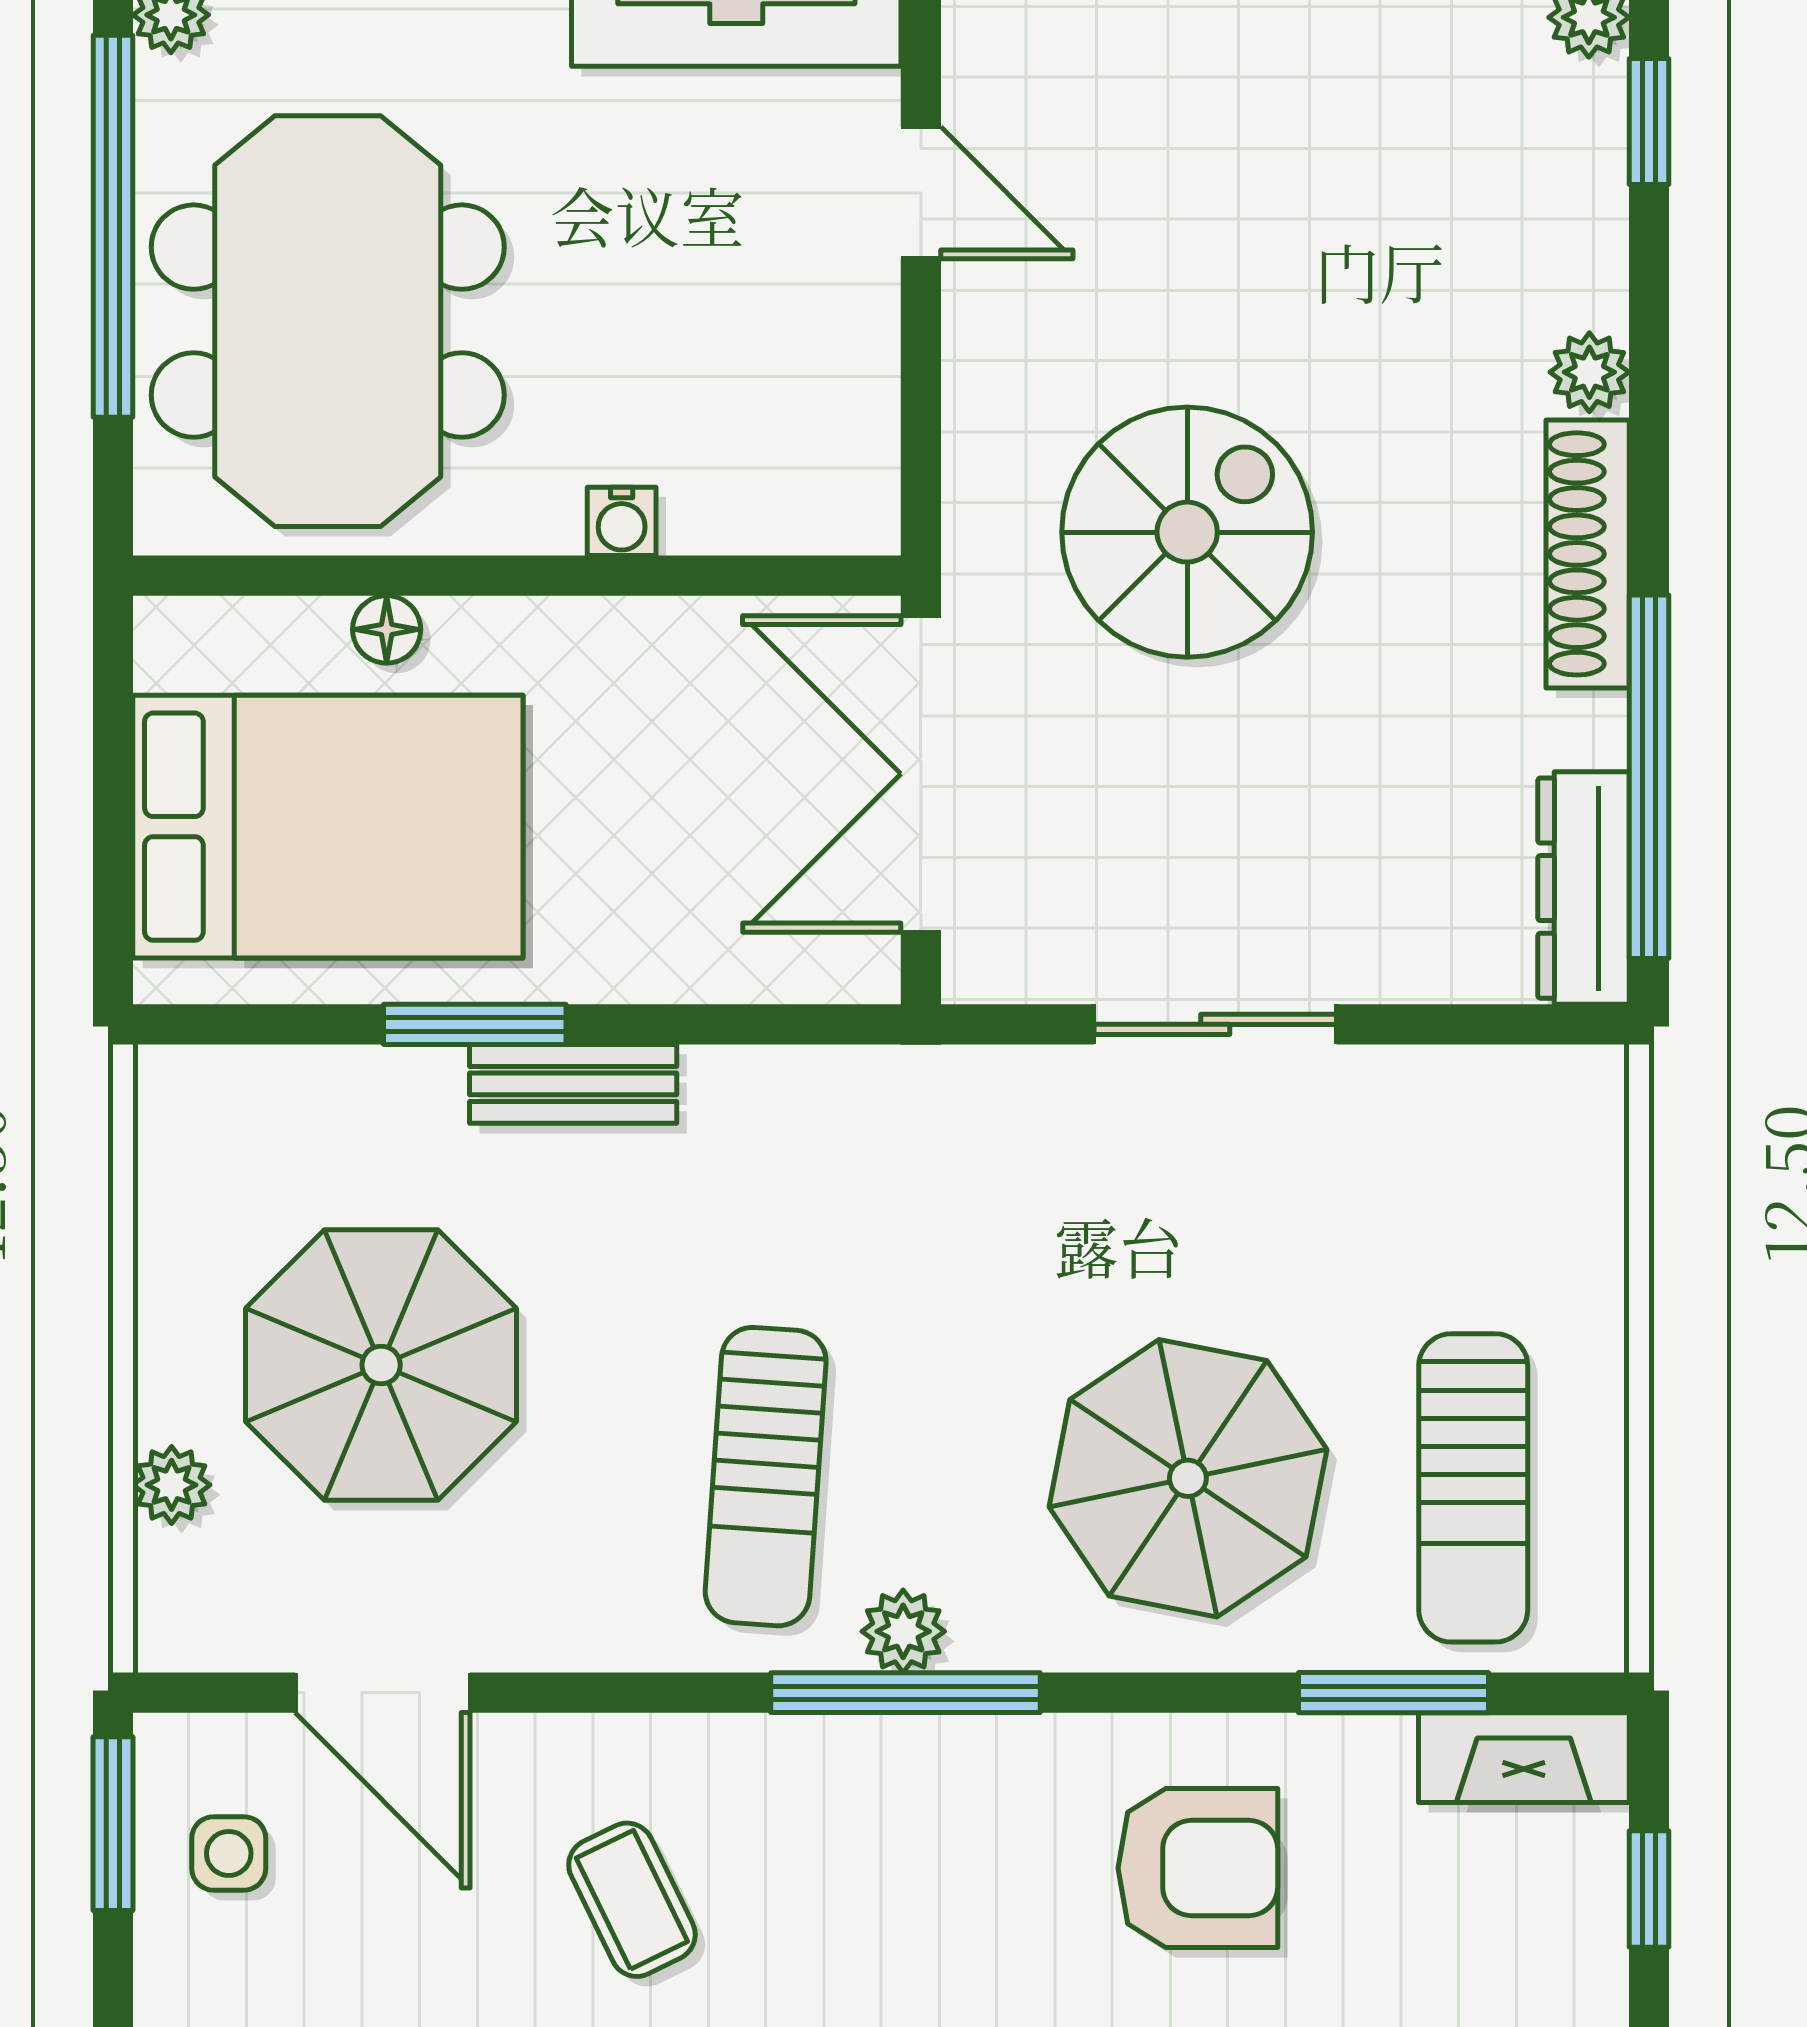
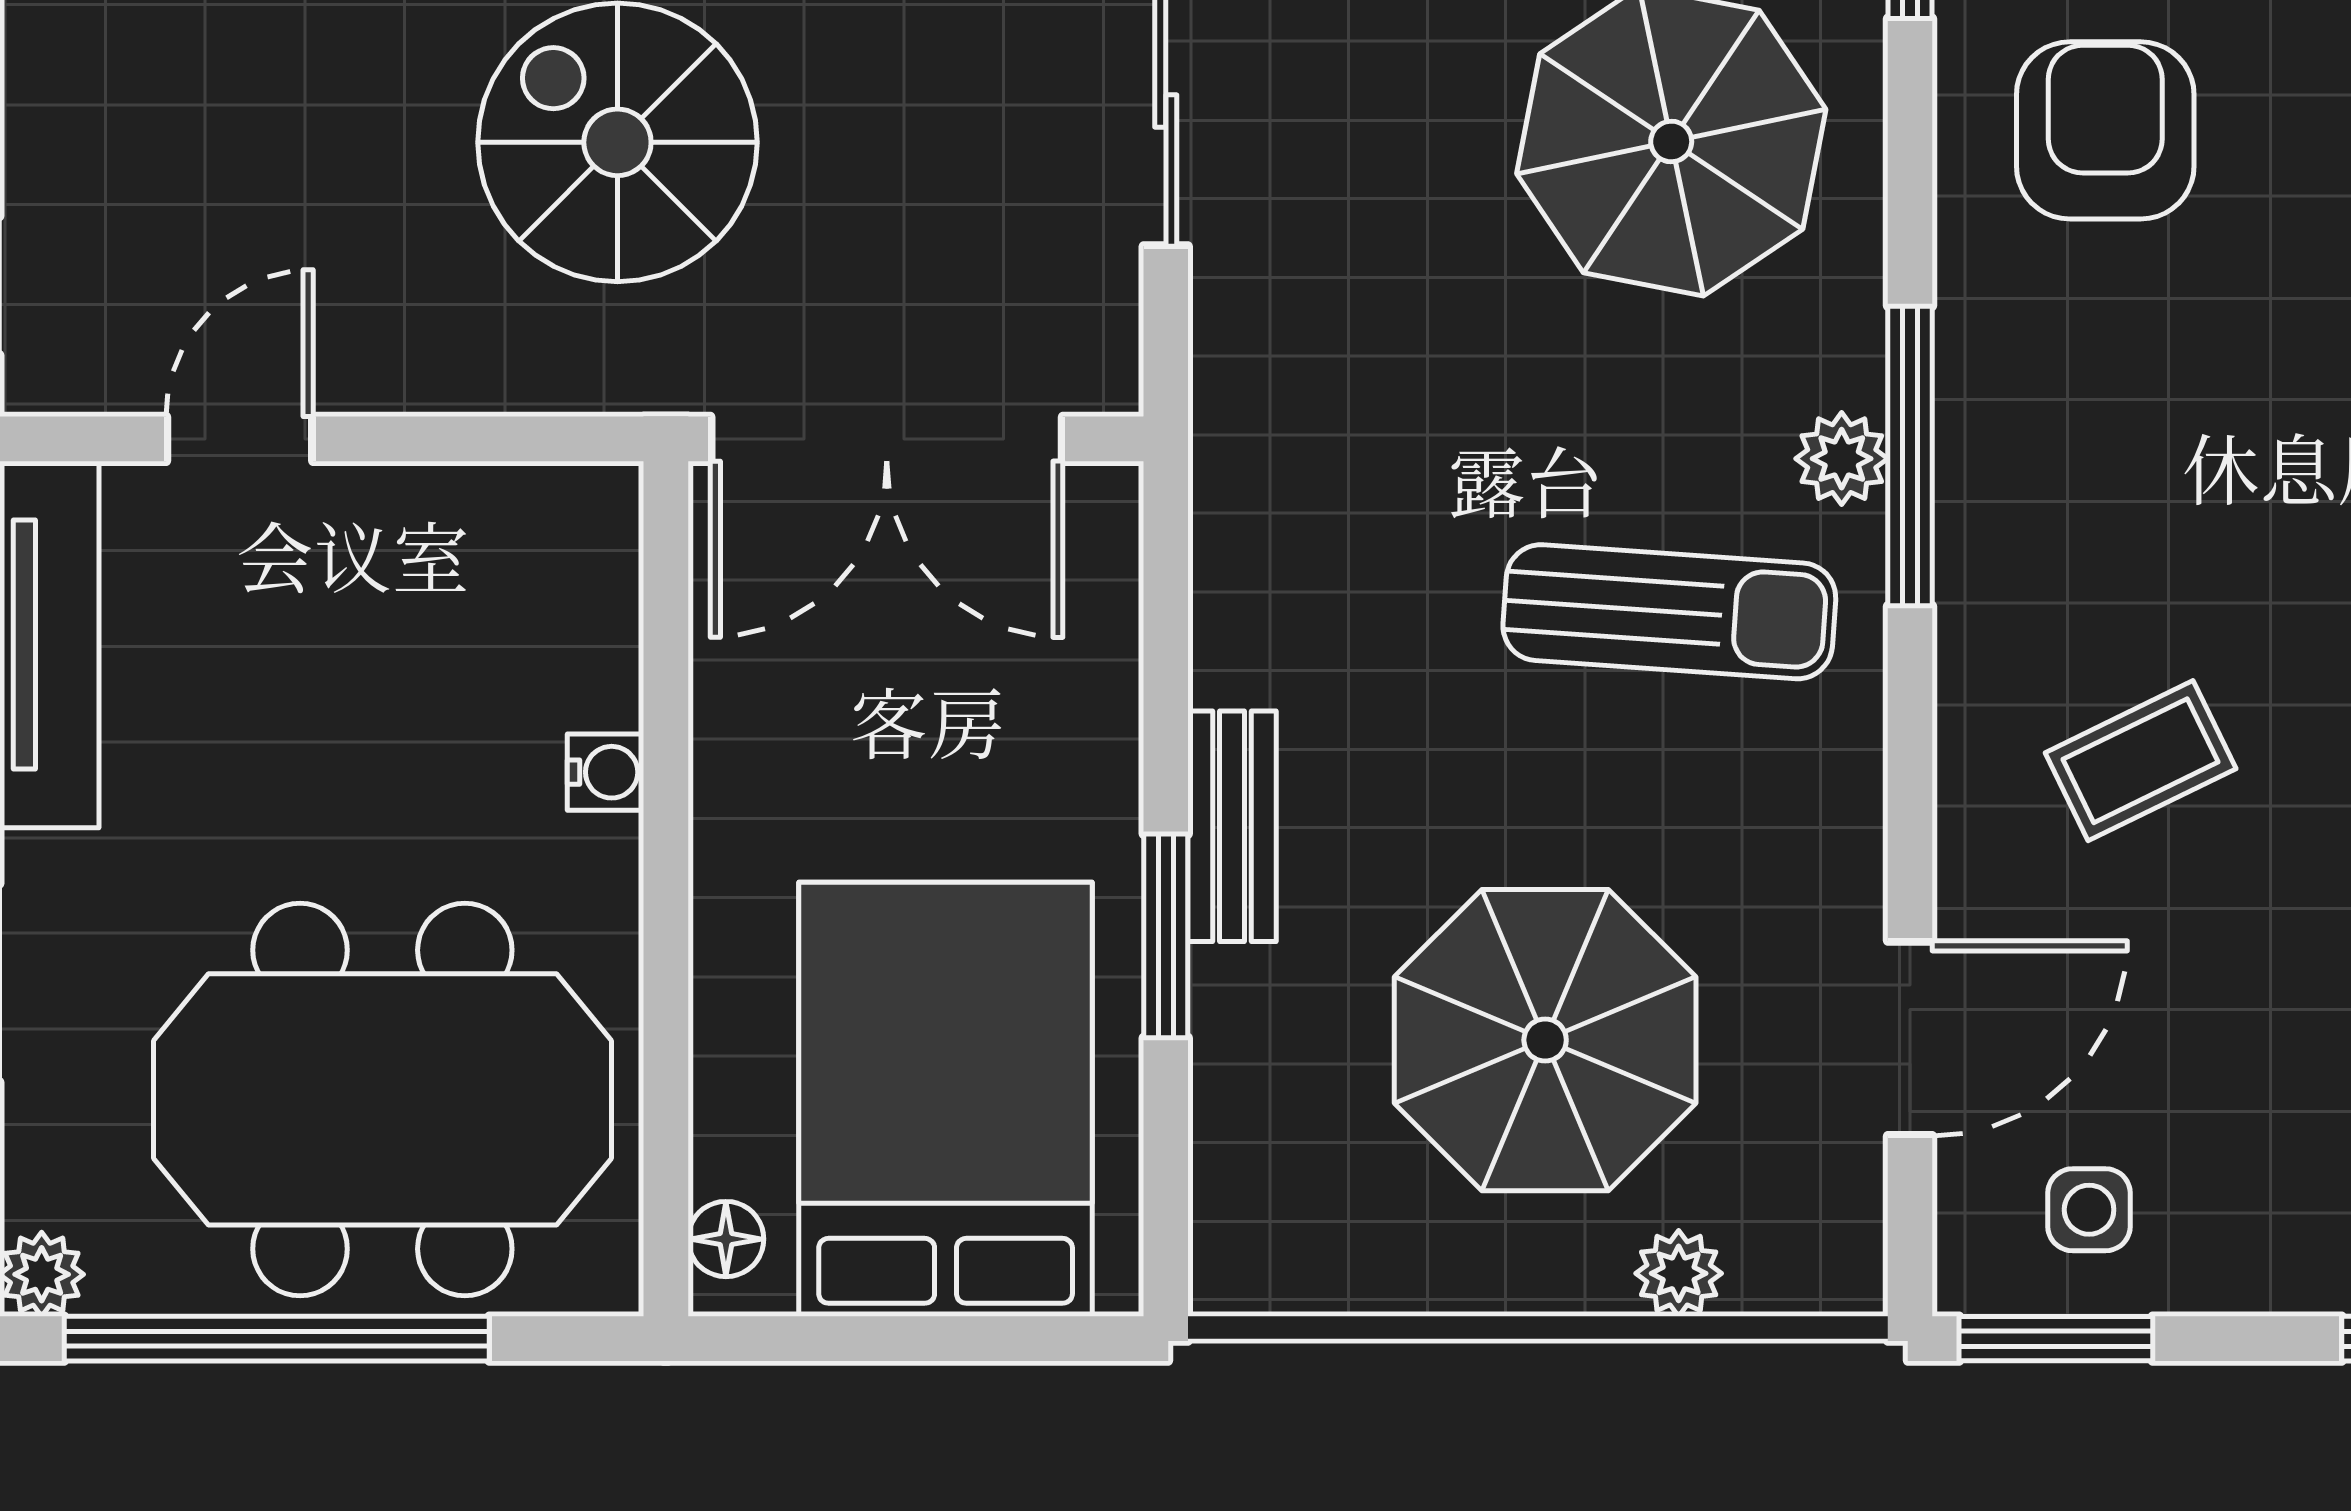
floor lamp: (387, 629) -> (726, 1239), moved

